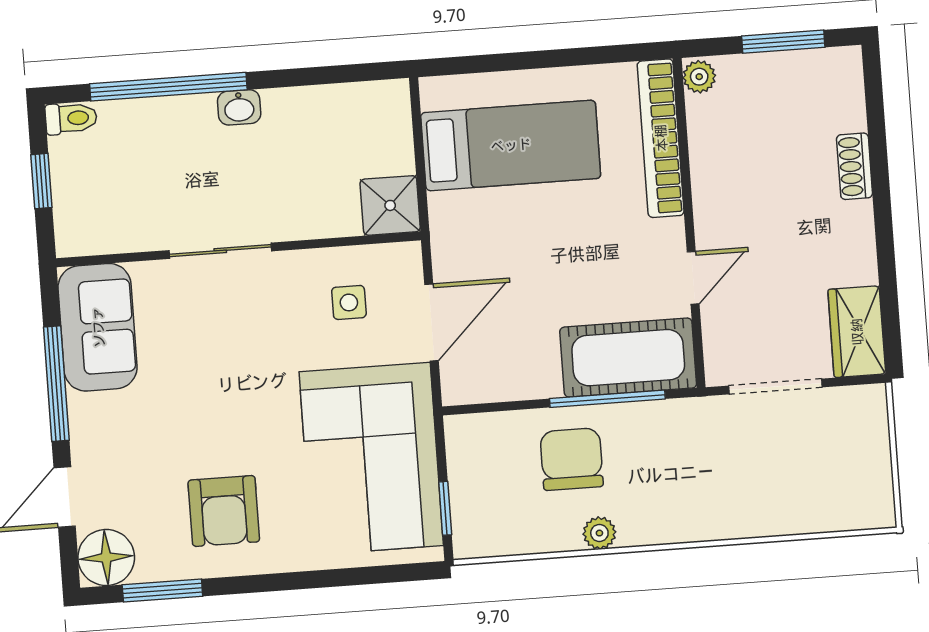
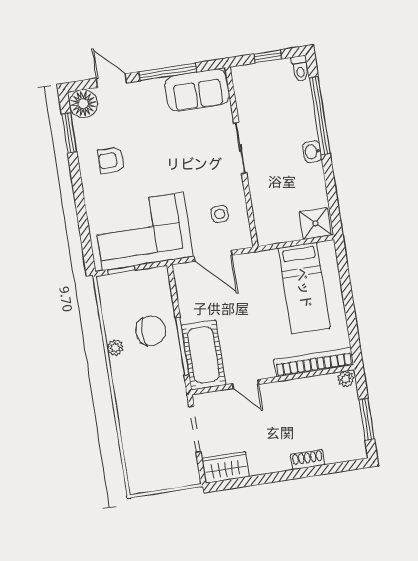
shower: (390, 205) -> (315, 223), moved
armchair: (224, 511) -> (111, 160), width x0.72, depth x0.72

